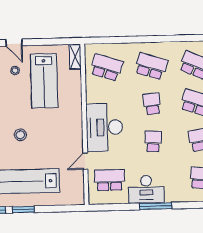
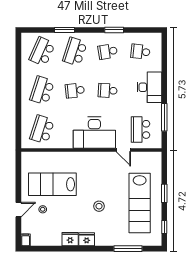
shelving: (75, 57) -> (32, 157), removed
lab bench: (44, 81) -> (52, 184), turned 180
desk: (146, 189) -> (149, 87), moved
window: (156, 206) -> (164, 117), moved
window: (23, 209) -> (164, 193), moved

